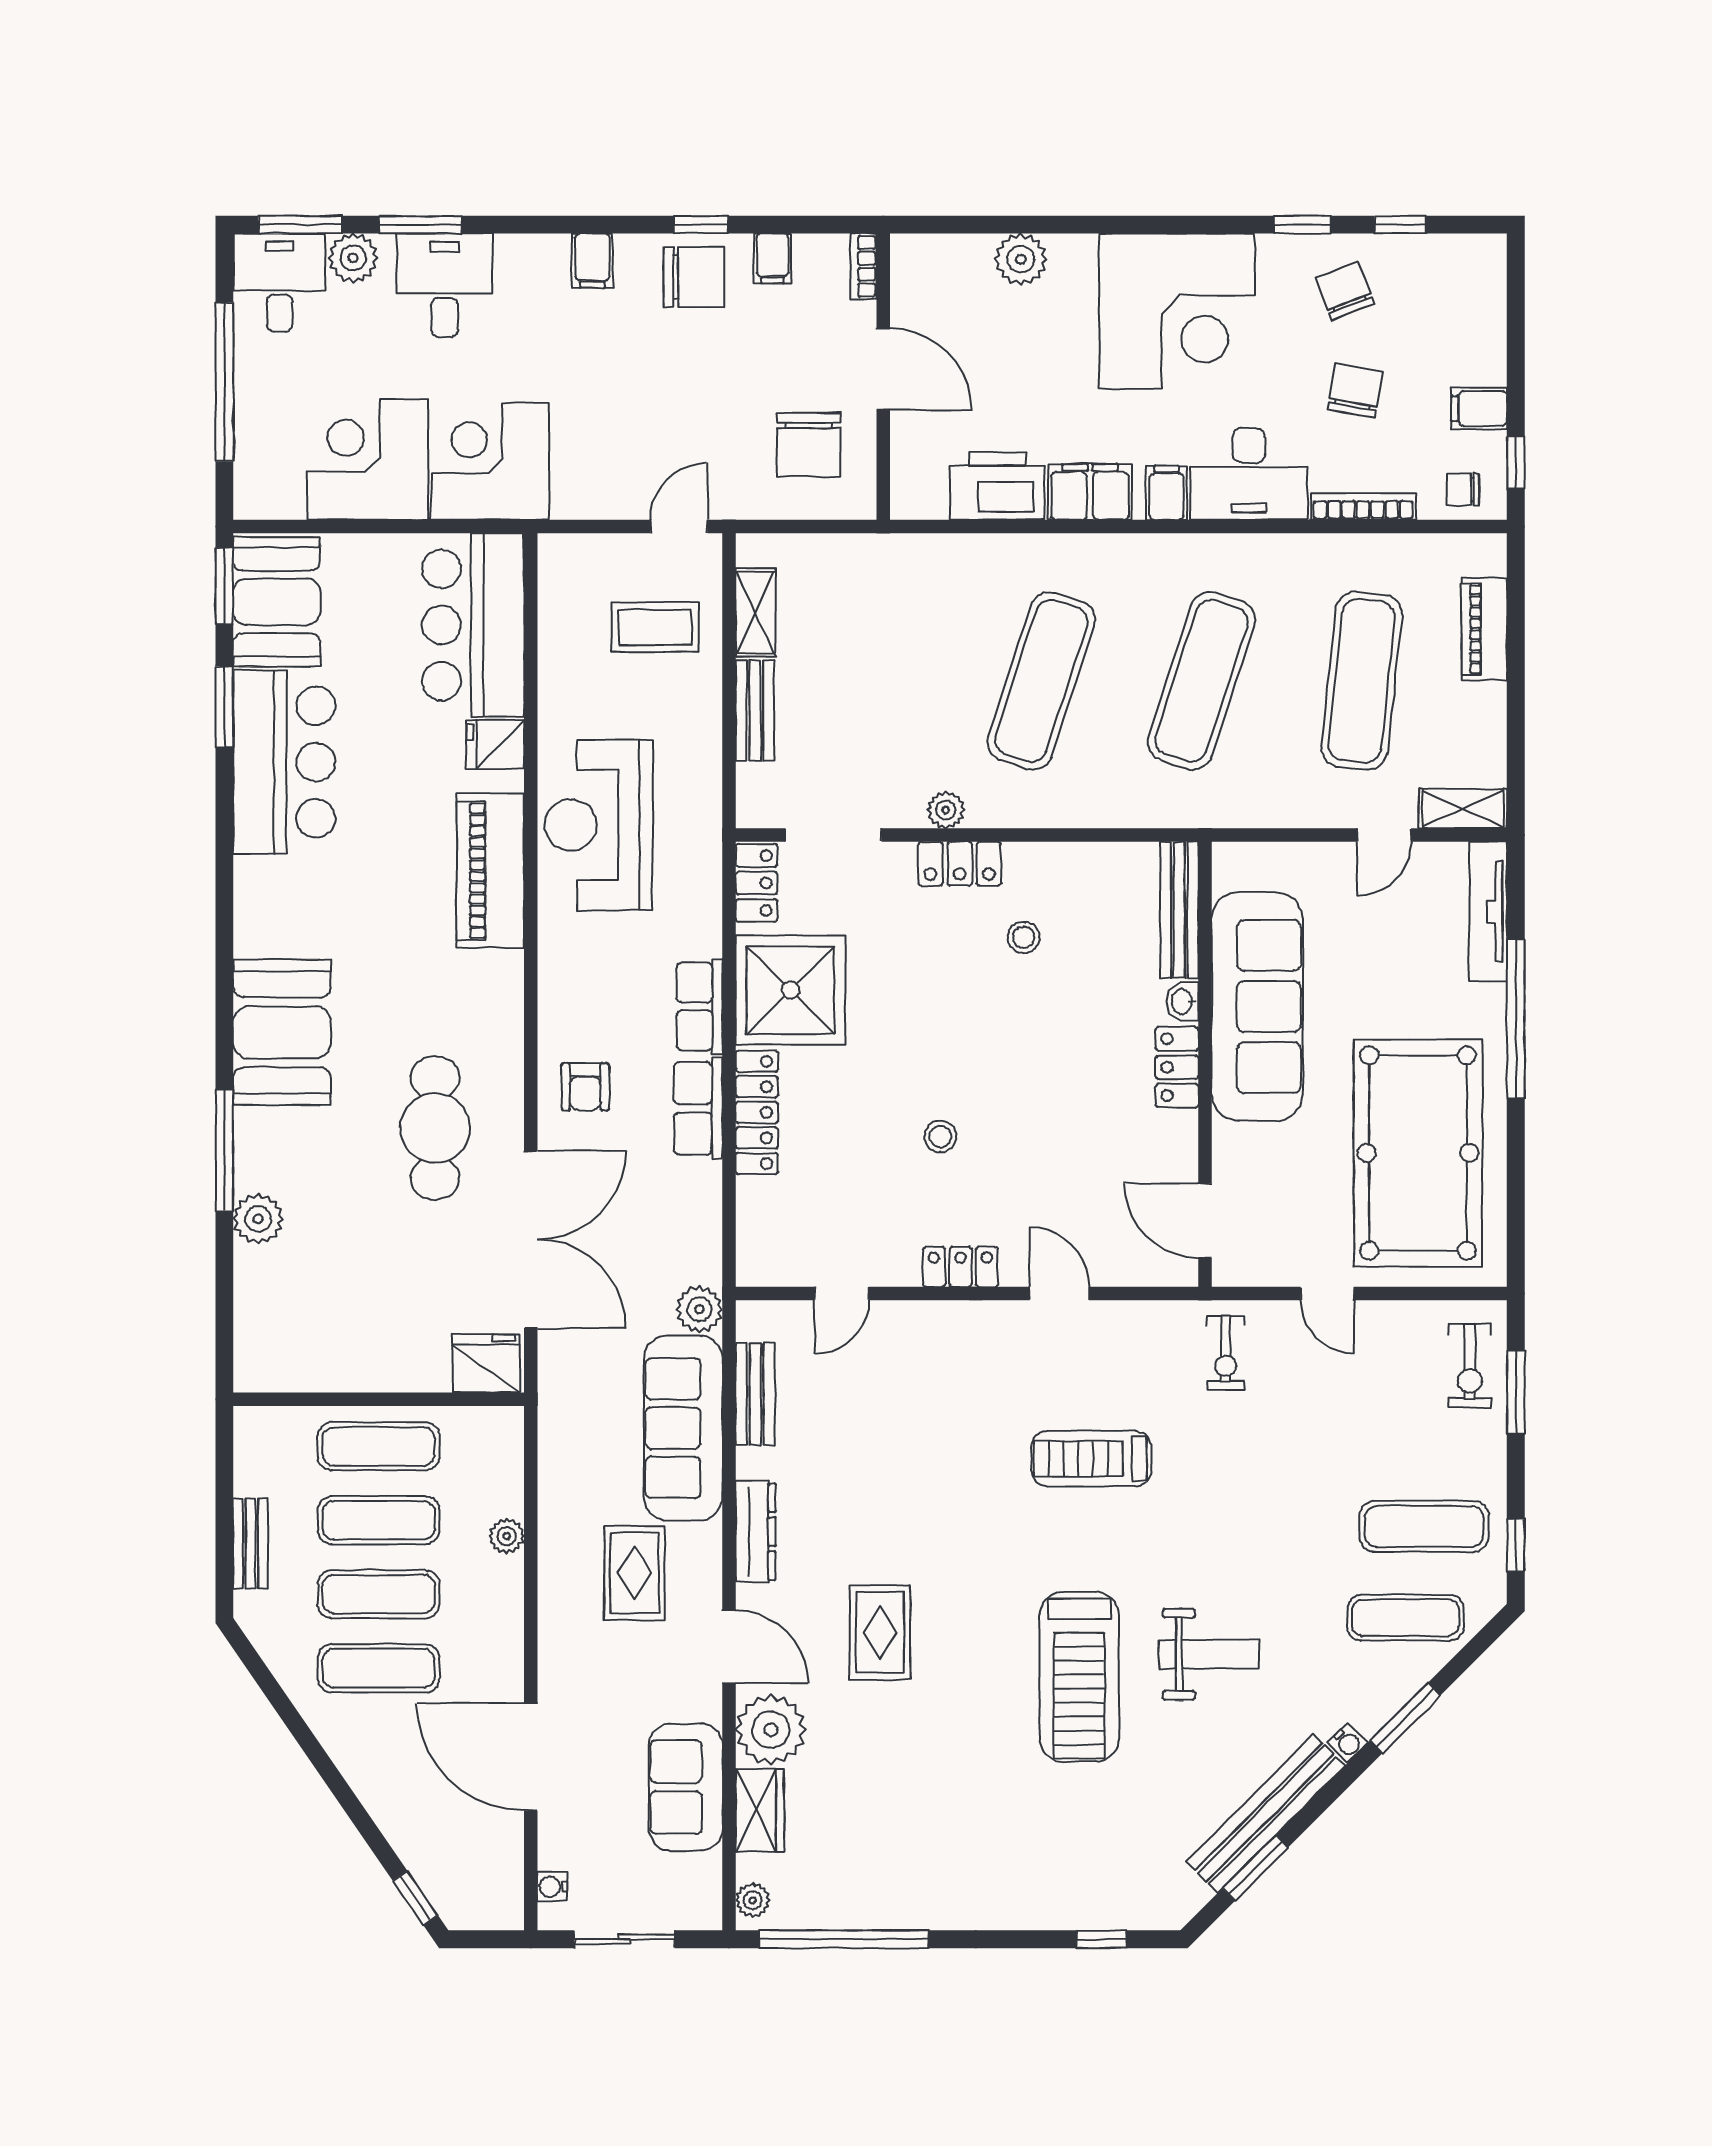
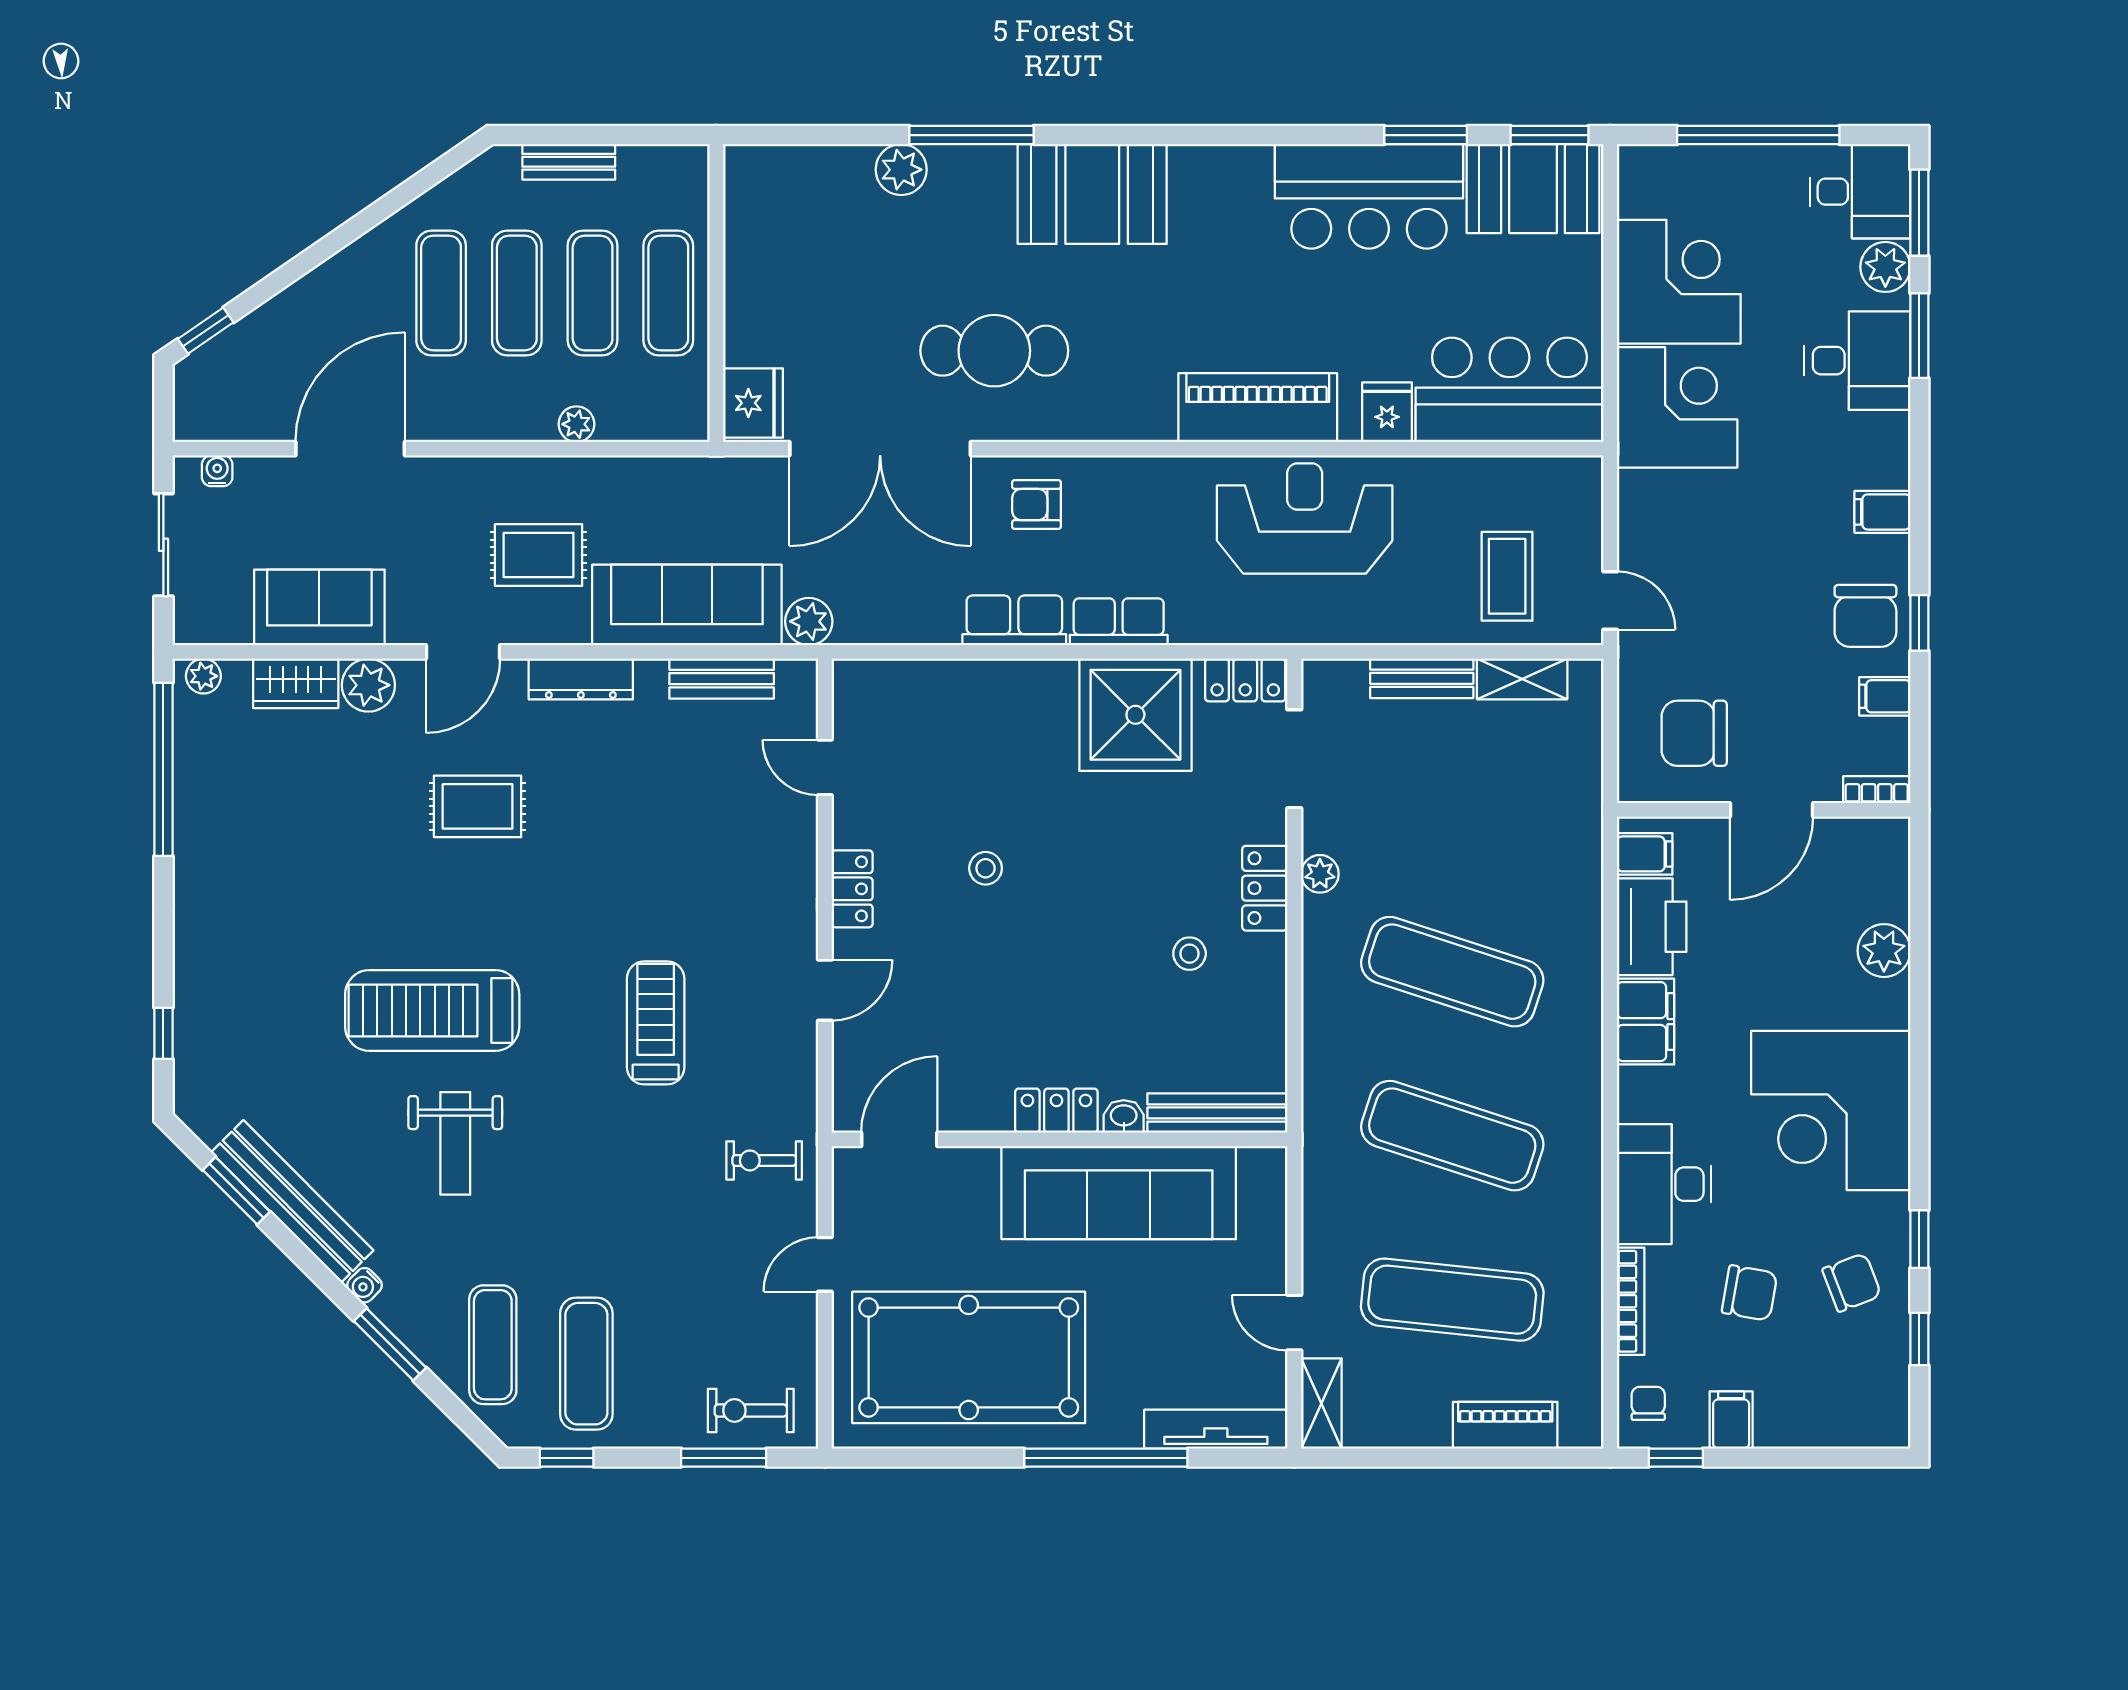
filing cabinet: (1166, 493) -> (1645, 854), moved
locker: (757, 1112) -> (1010, 680), removed
plant: (771, 1730) -> (368, 685), width x0.73, depth x0.73

